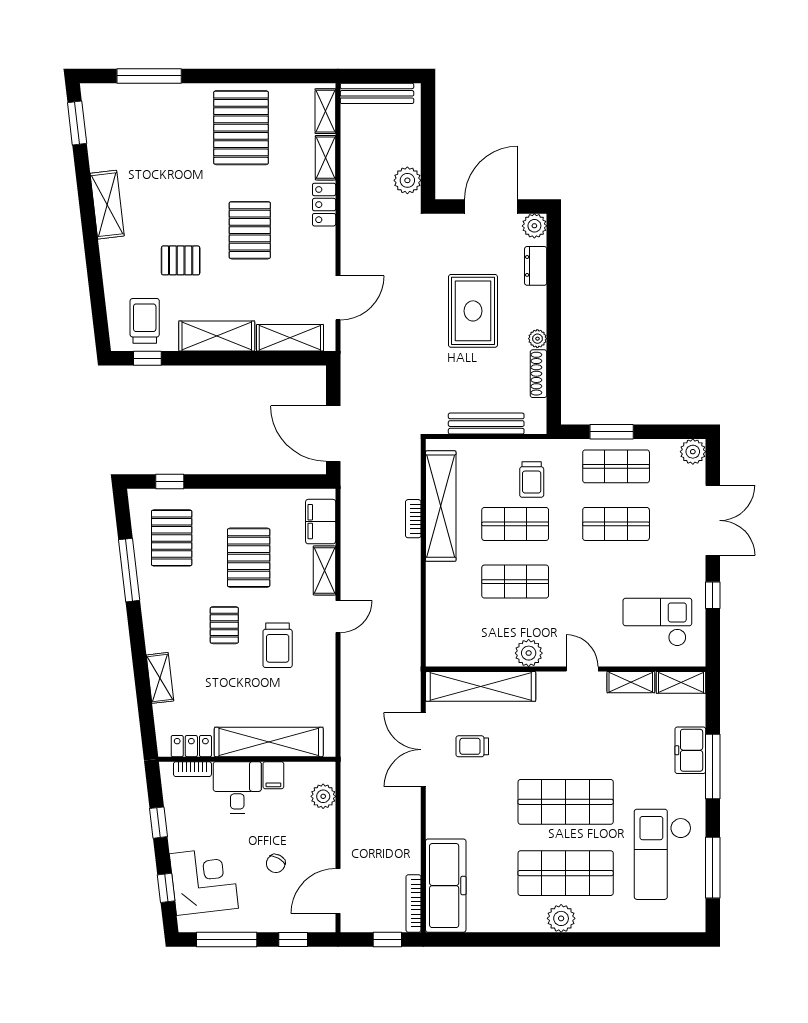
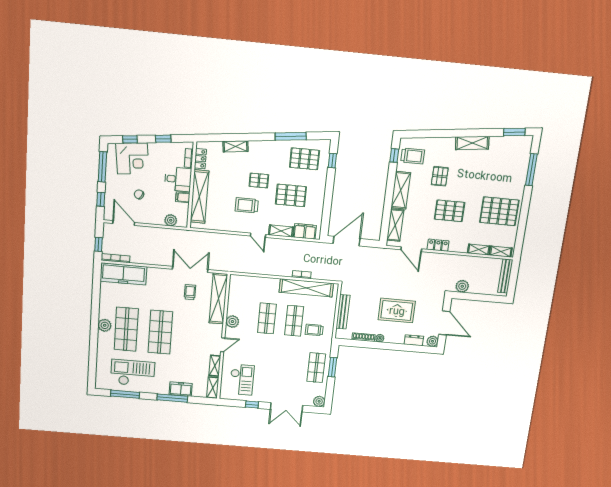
locker: (324, 205) -> (438, 245), moved
shop shelf: (616, 524) -> (289, 365), removed

